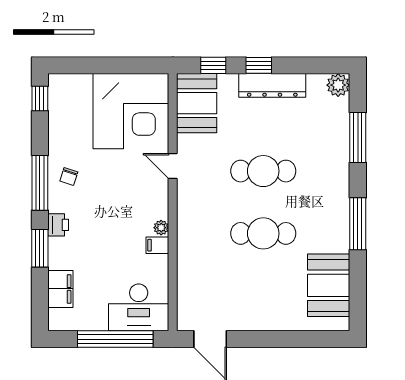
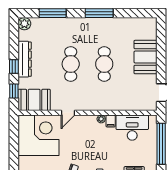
booth: (329, 285) -> (145, 57), moved, turned 90
desk: (139, 307) -> (132, 128), moved, turned -90

